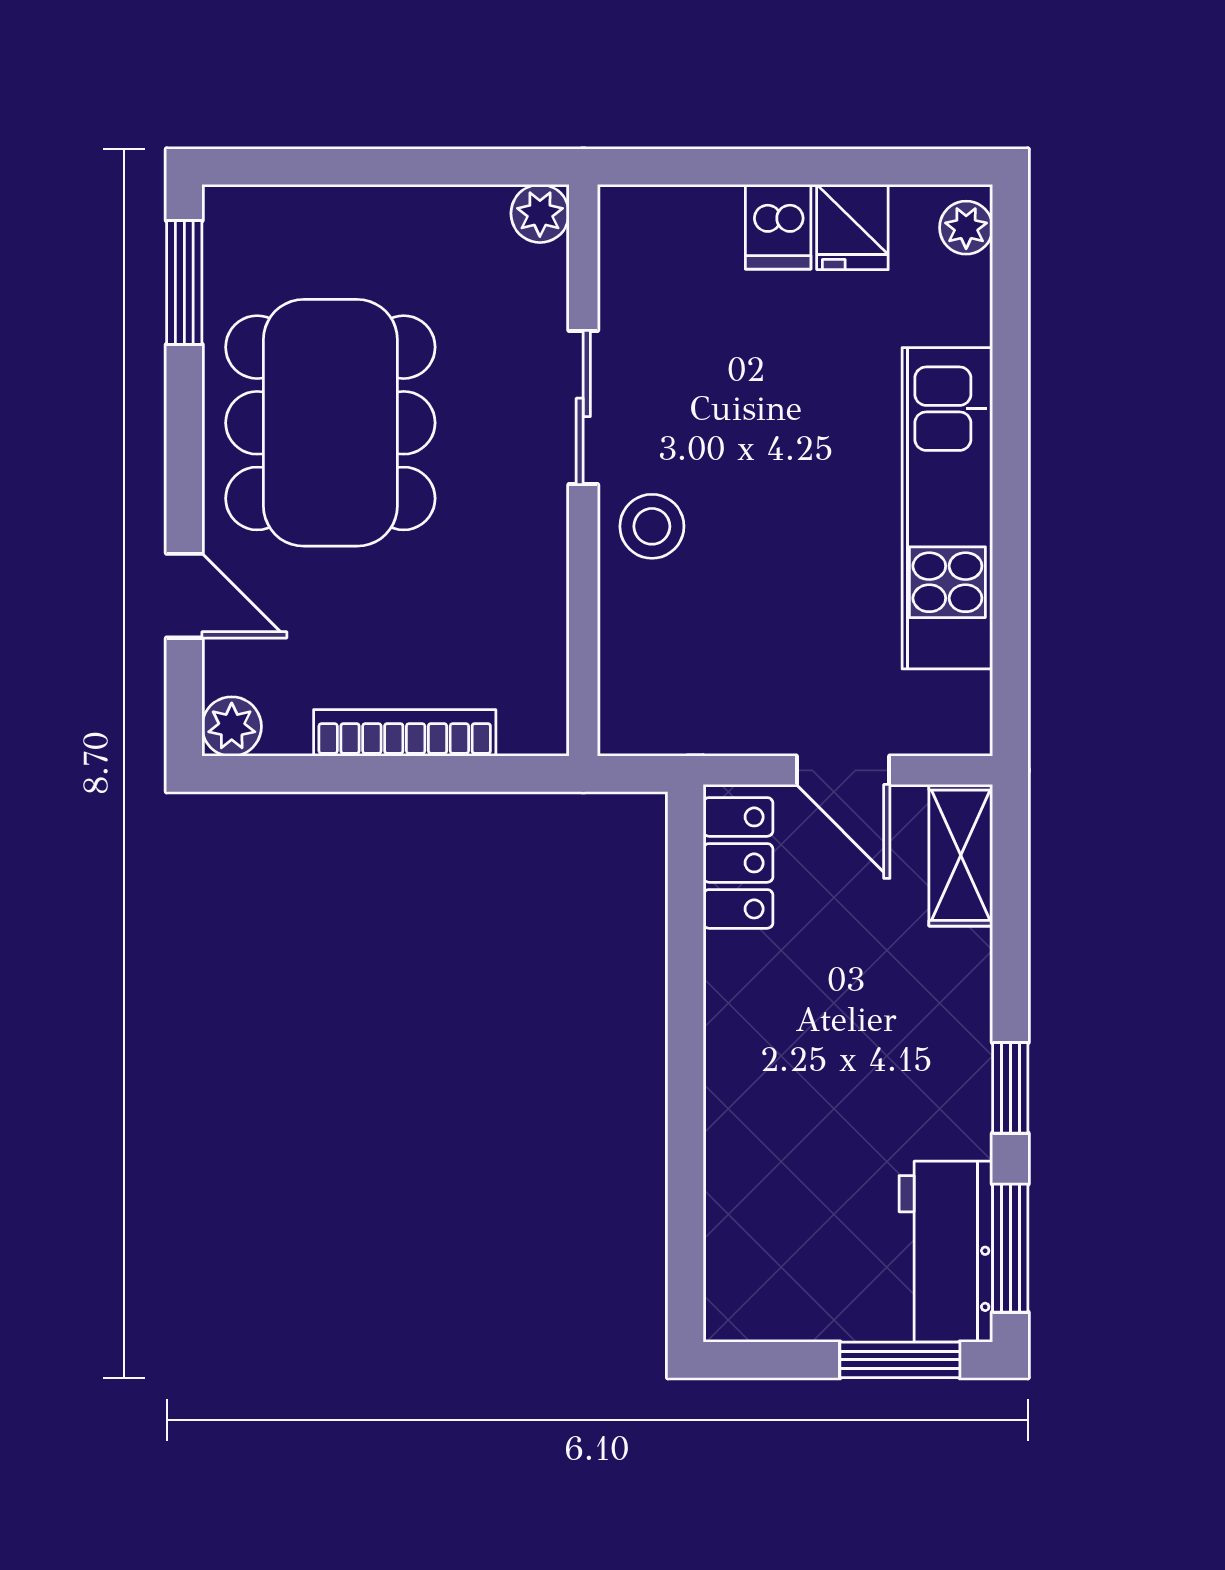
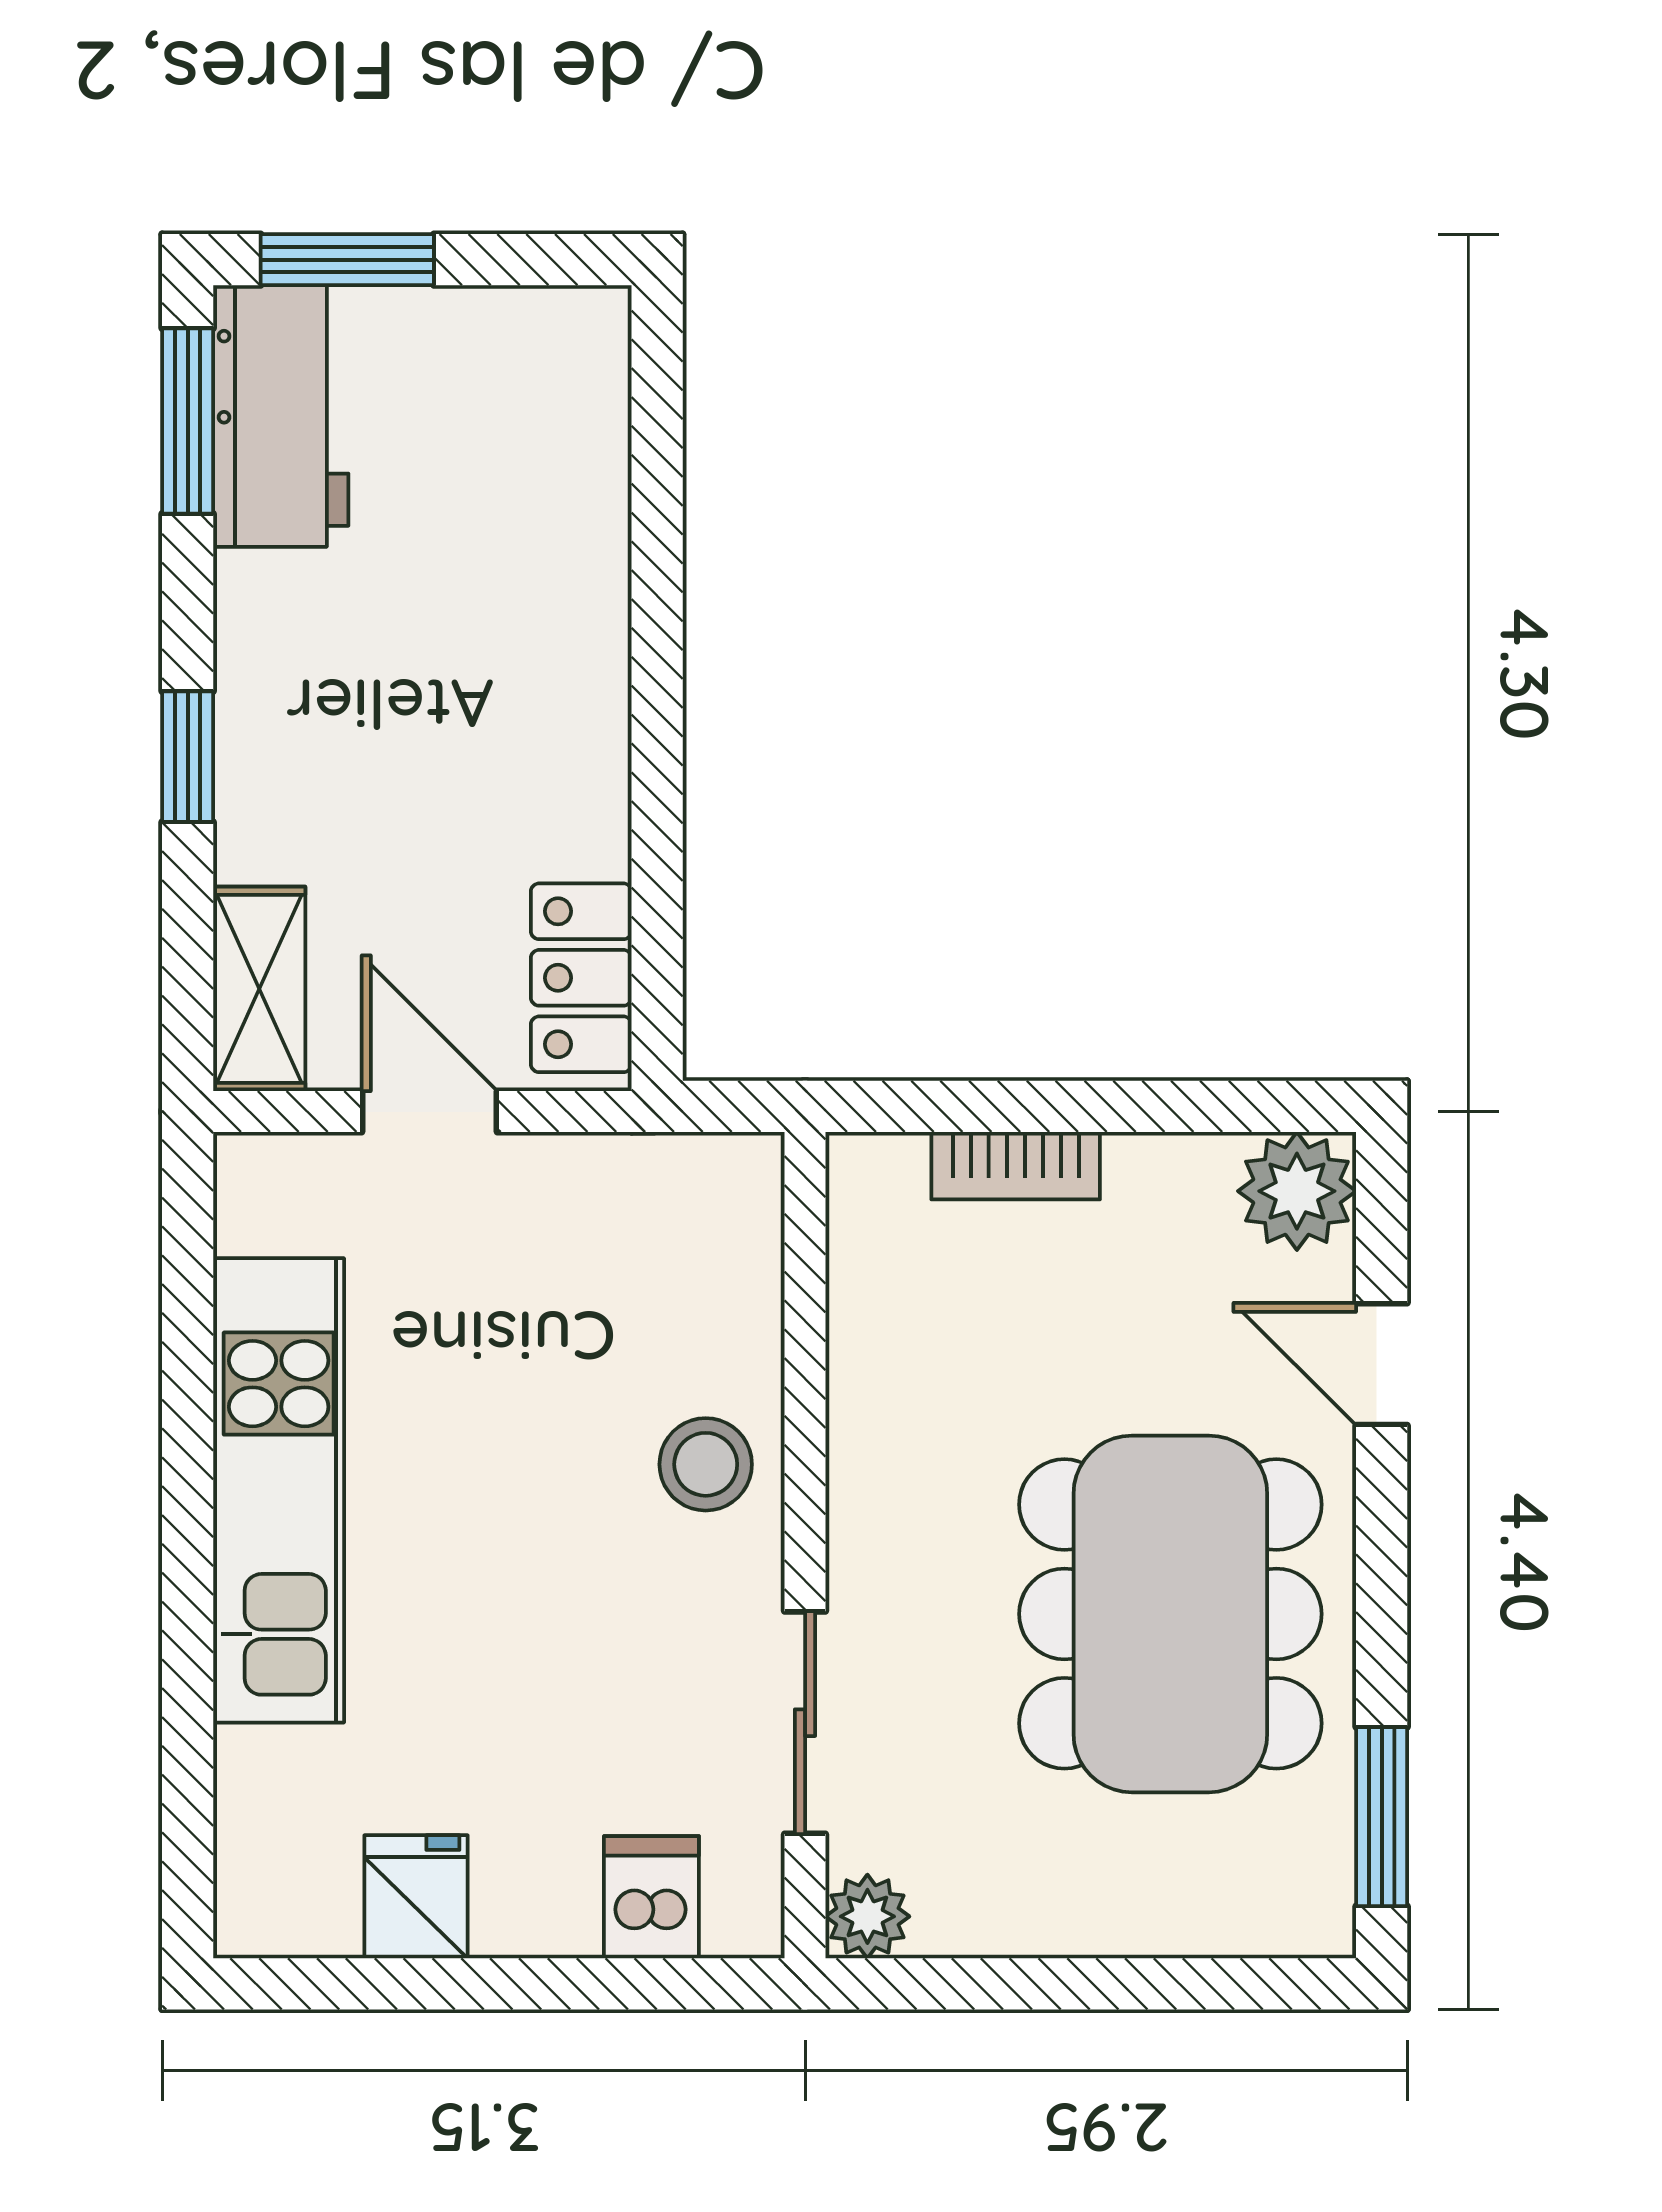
dishwasher: (778, 227) -> (651, 1897), moved
plant: (966, 228) -> (252, 1896), removed
sliding door: (583, 407) -> (805, 1723), moved
plant: (232, 727) -> (1297, 1191), width x1.38, depth x1.38
bookcase: (405, 733) -> (1016, 1166), width x0.64
window: (1010, 1088) -> (188, 757), moved

